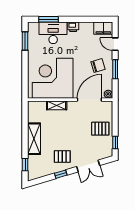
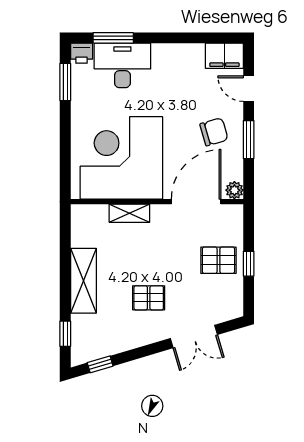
printer: (73, 27) -> (82, 53), moved
window: (115, 142) -> (249, 264), moved
pallet: (62, 156) -> (149, 298), moved
window: (61, 174) -> (100, 364), moved

